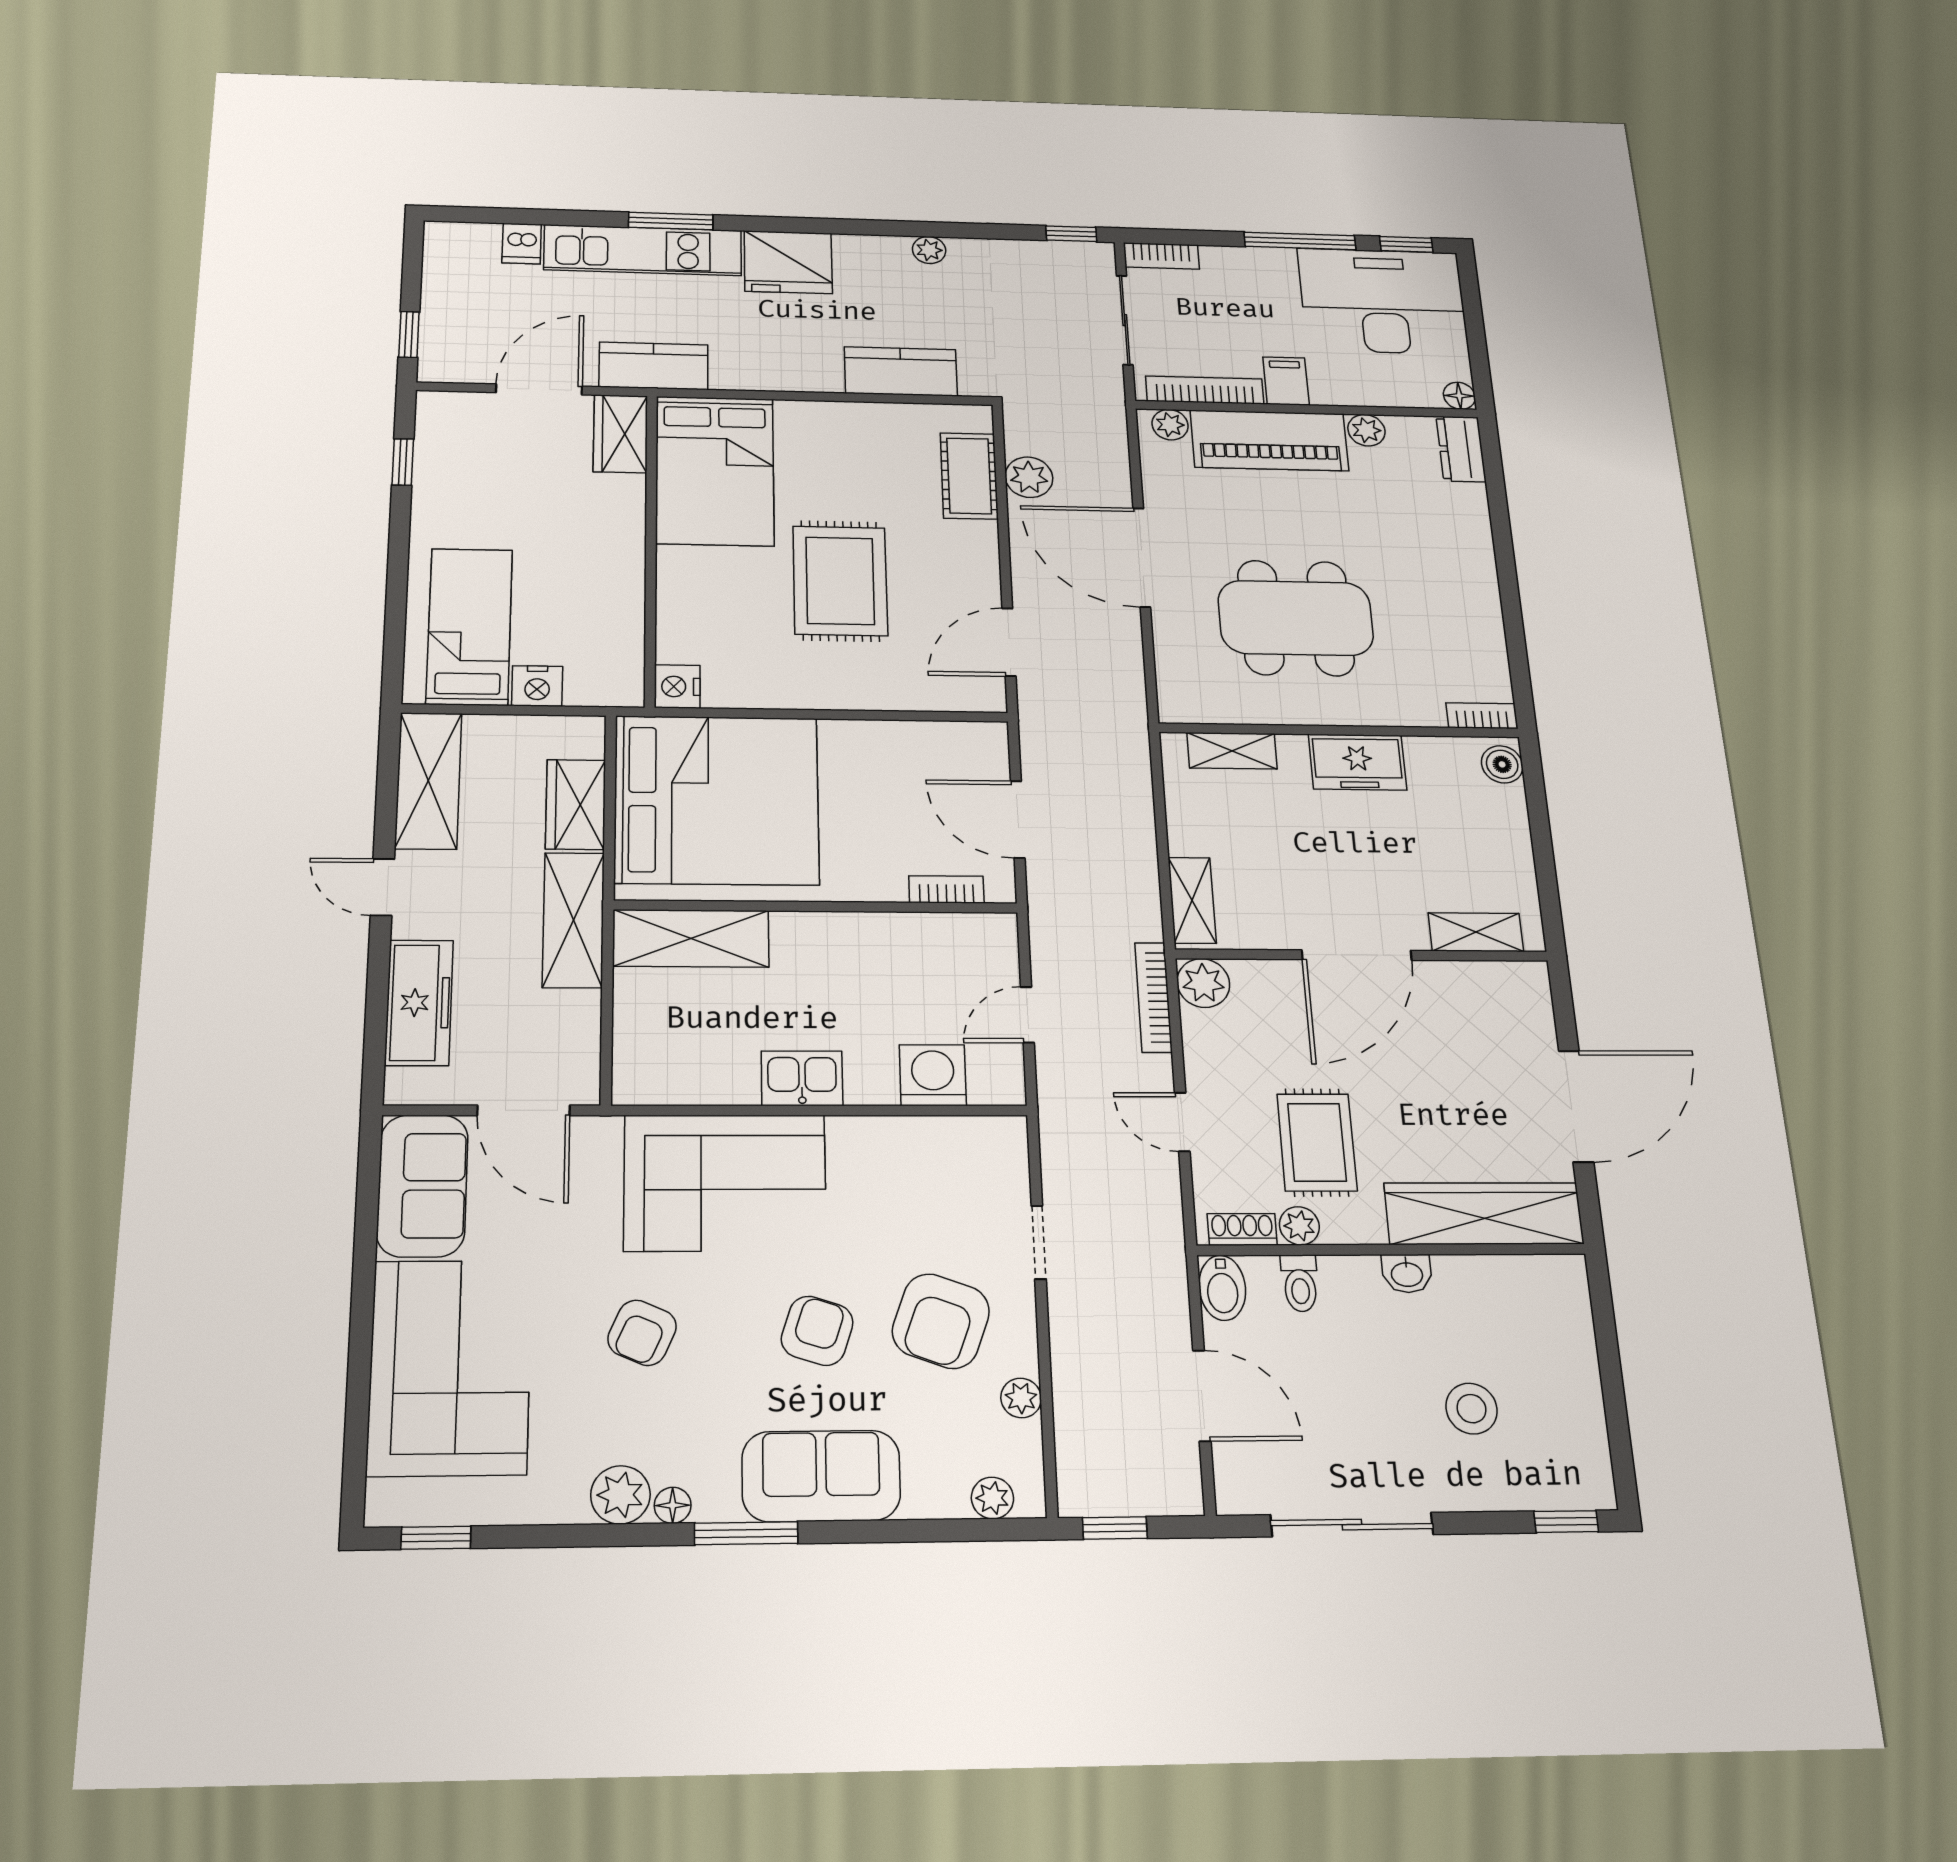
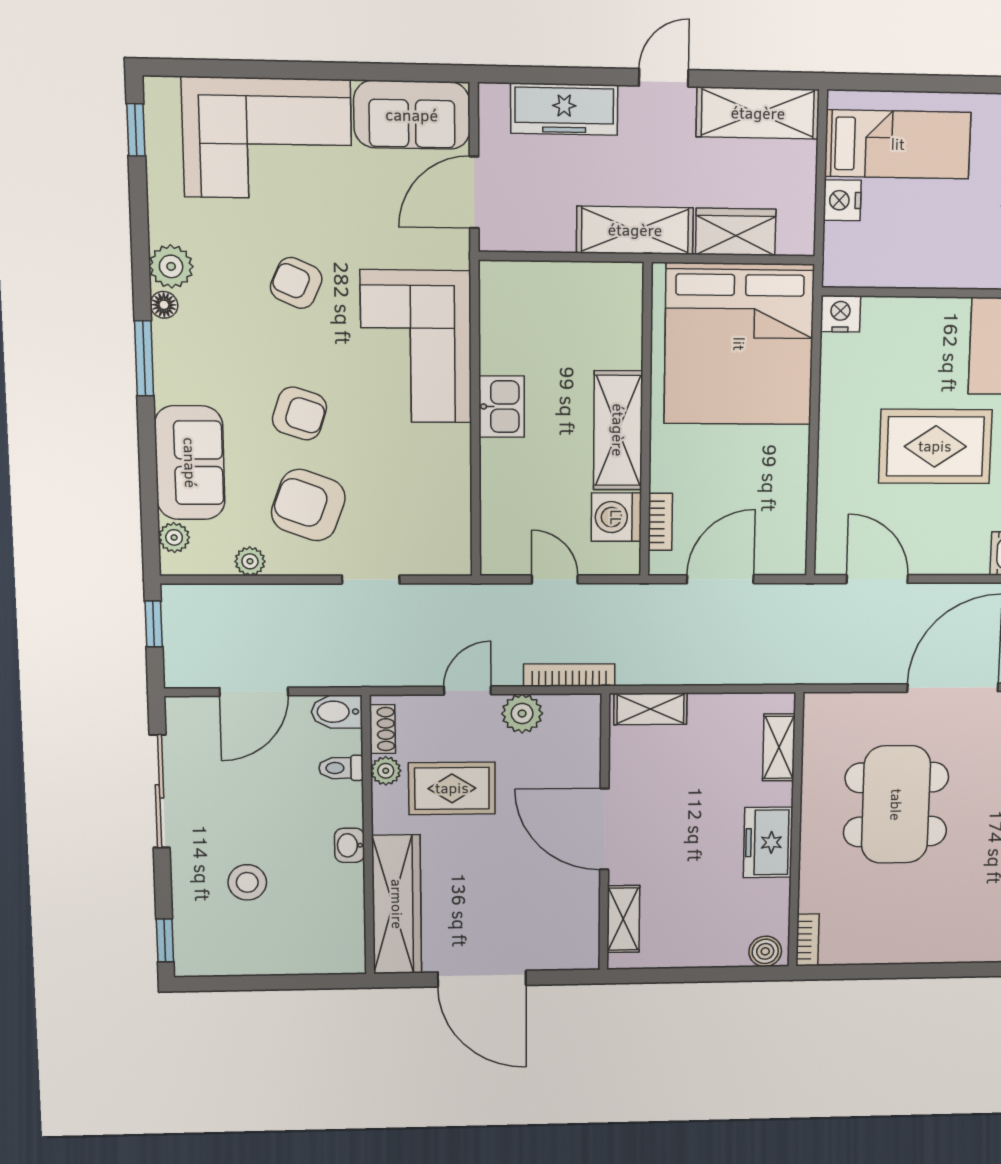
shelving: (691, 938) -> (618, 430), moved
plant: (1203, 983) -> (522, 714), moved
washing machine: (933, 1075) -> (616, 517), moved, turned 180
sofa: (821, 1476) -> (190, 463), moved

